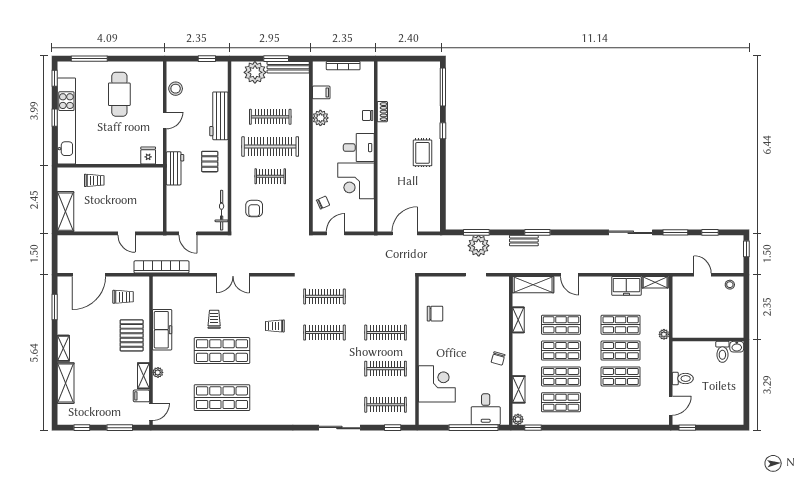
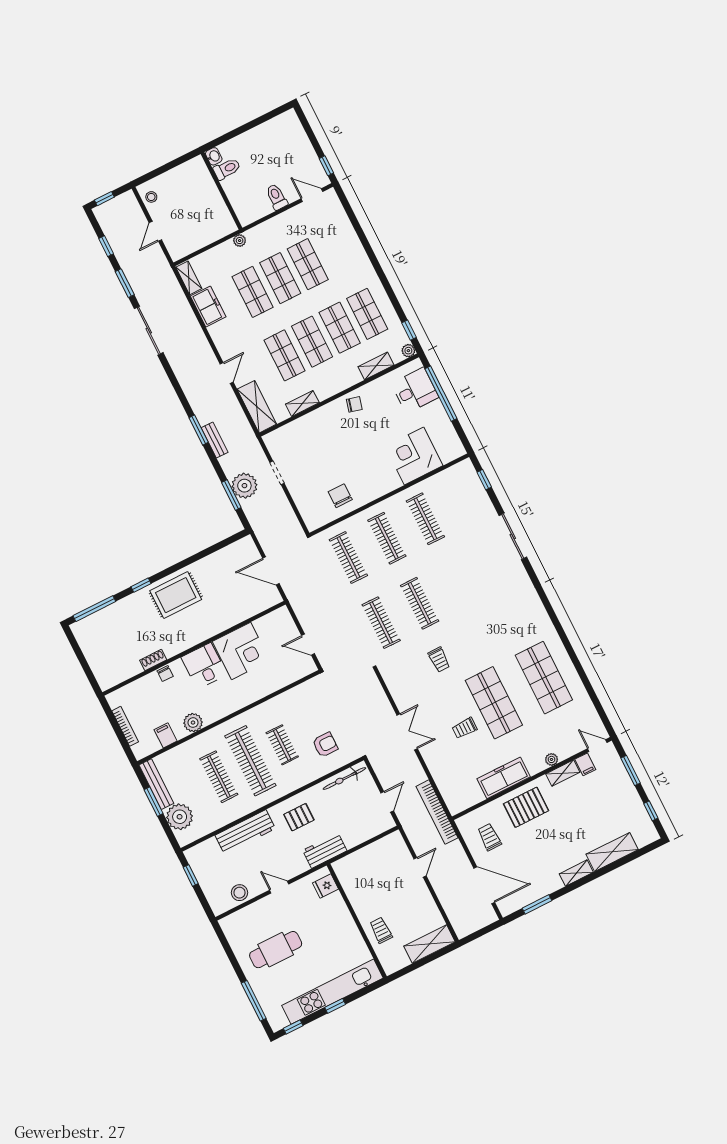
rug: (422, 153) -> (176, 595), width x1.36, depth x1.43
chair: (323, 203) -> (282, 674), removed
clothes rail: (386, 405) -> (348, 558), moved

